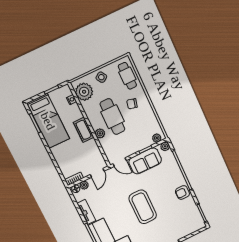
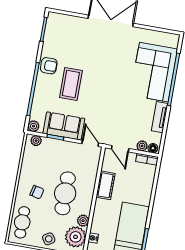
cot: (84, 130) -> (106, 185), moved
plant: (100, 133) -> (83, 221), moved
door: (97, 173) -> (120, 149), swing flipped
coffee table: (143, 207) -> (71, 84), moved, width x0.73, depth x0.76

